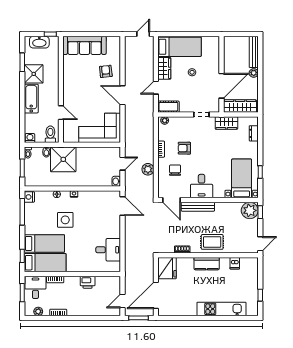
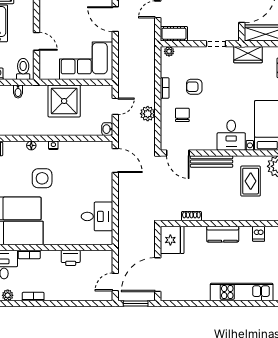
shower: (63, 159) -> (64, 101), moved
desk: (202, 186) -> (231, 135), moved
rug: (212, 242) -> (251, 181), moved, turned 90

